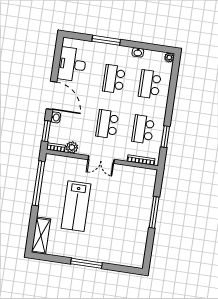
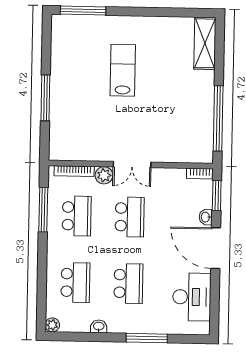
window: (165, 137) -> (43, 210), width x1.44
plant: (72, 147) -> (104, 175), moved
double door: (101, 159) -> (132, 165), swing flipped
lab bench: (76, 206) -> (123, 70), moved, width x0.73, depth x0.72
window: (86, 263) -> (83, 11), moved

